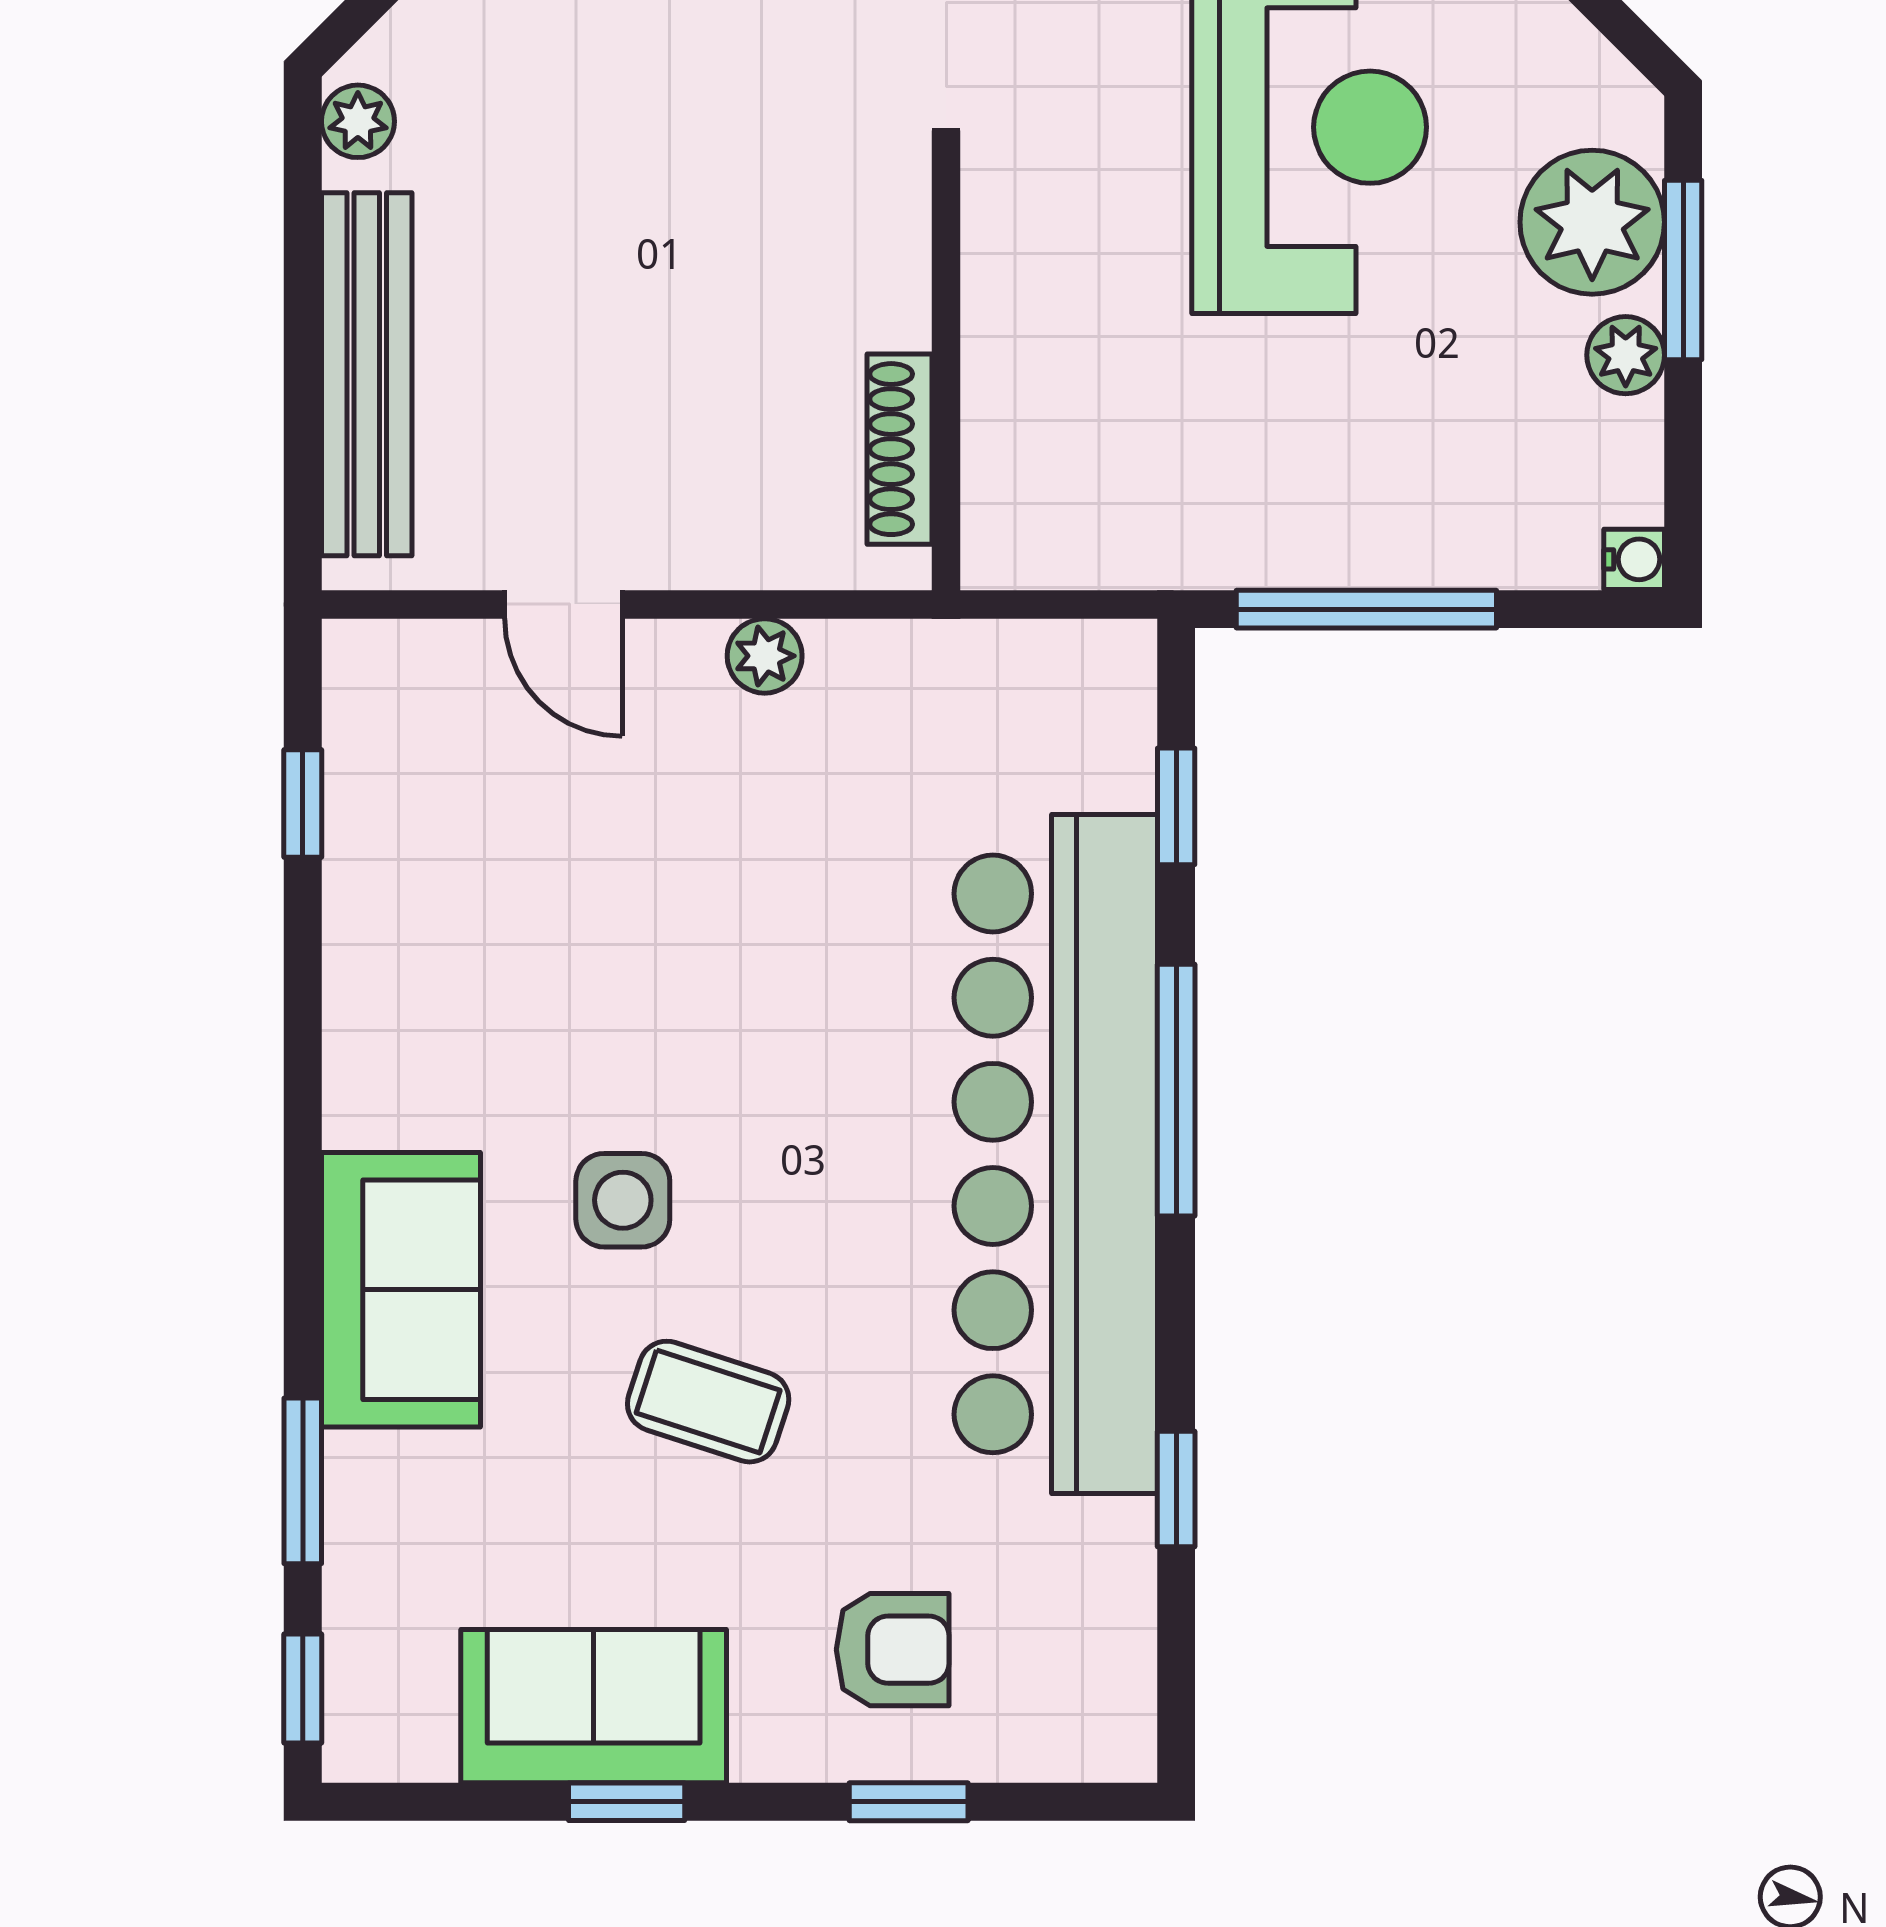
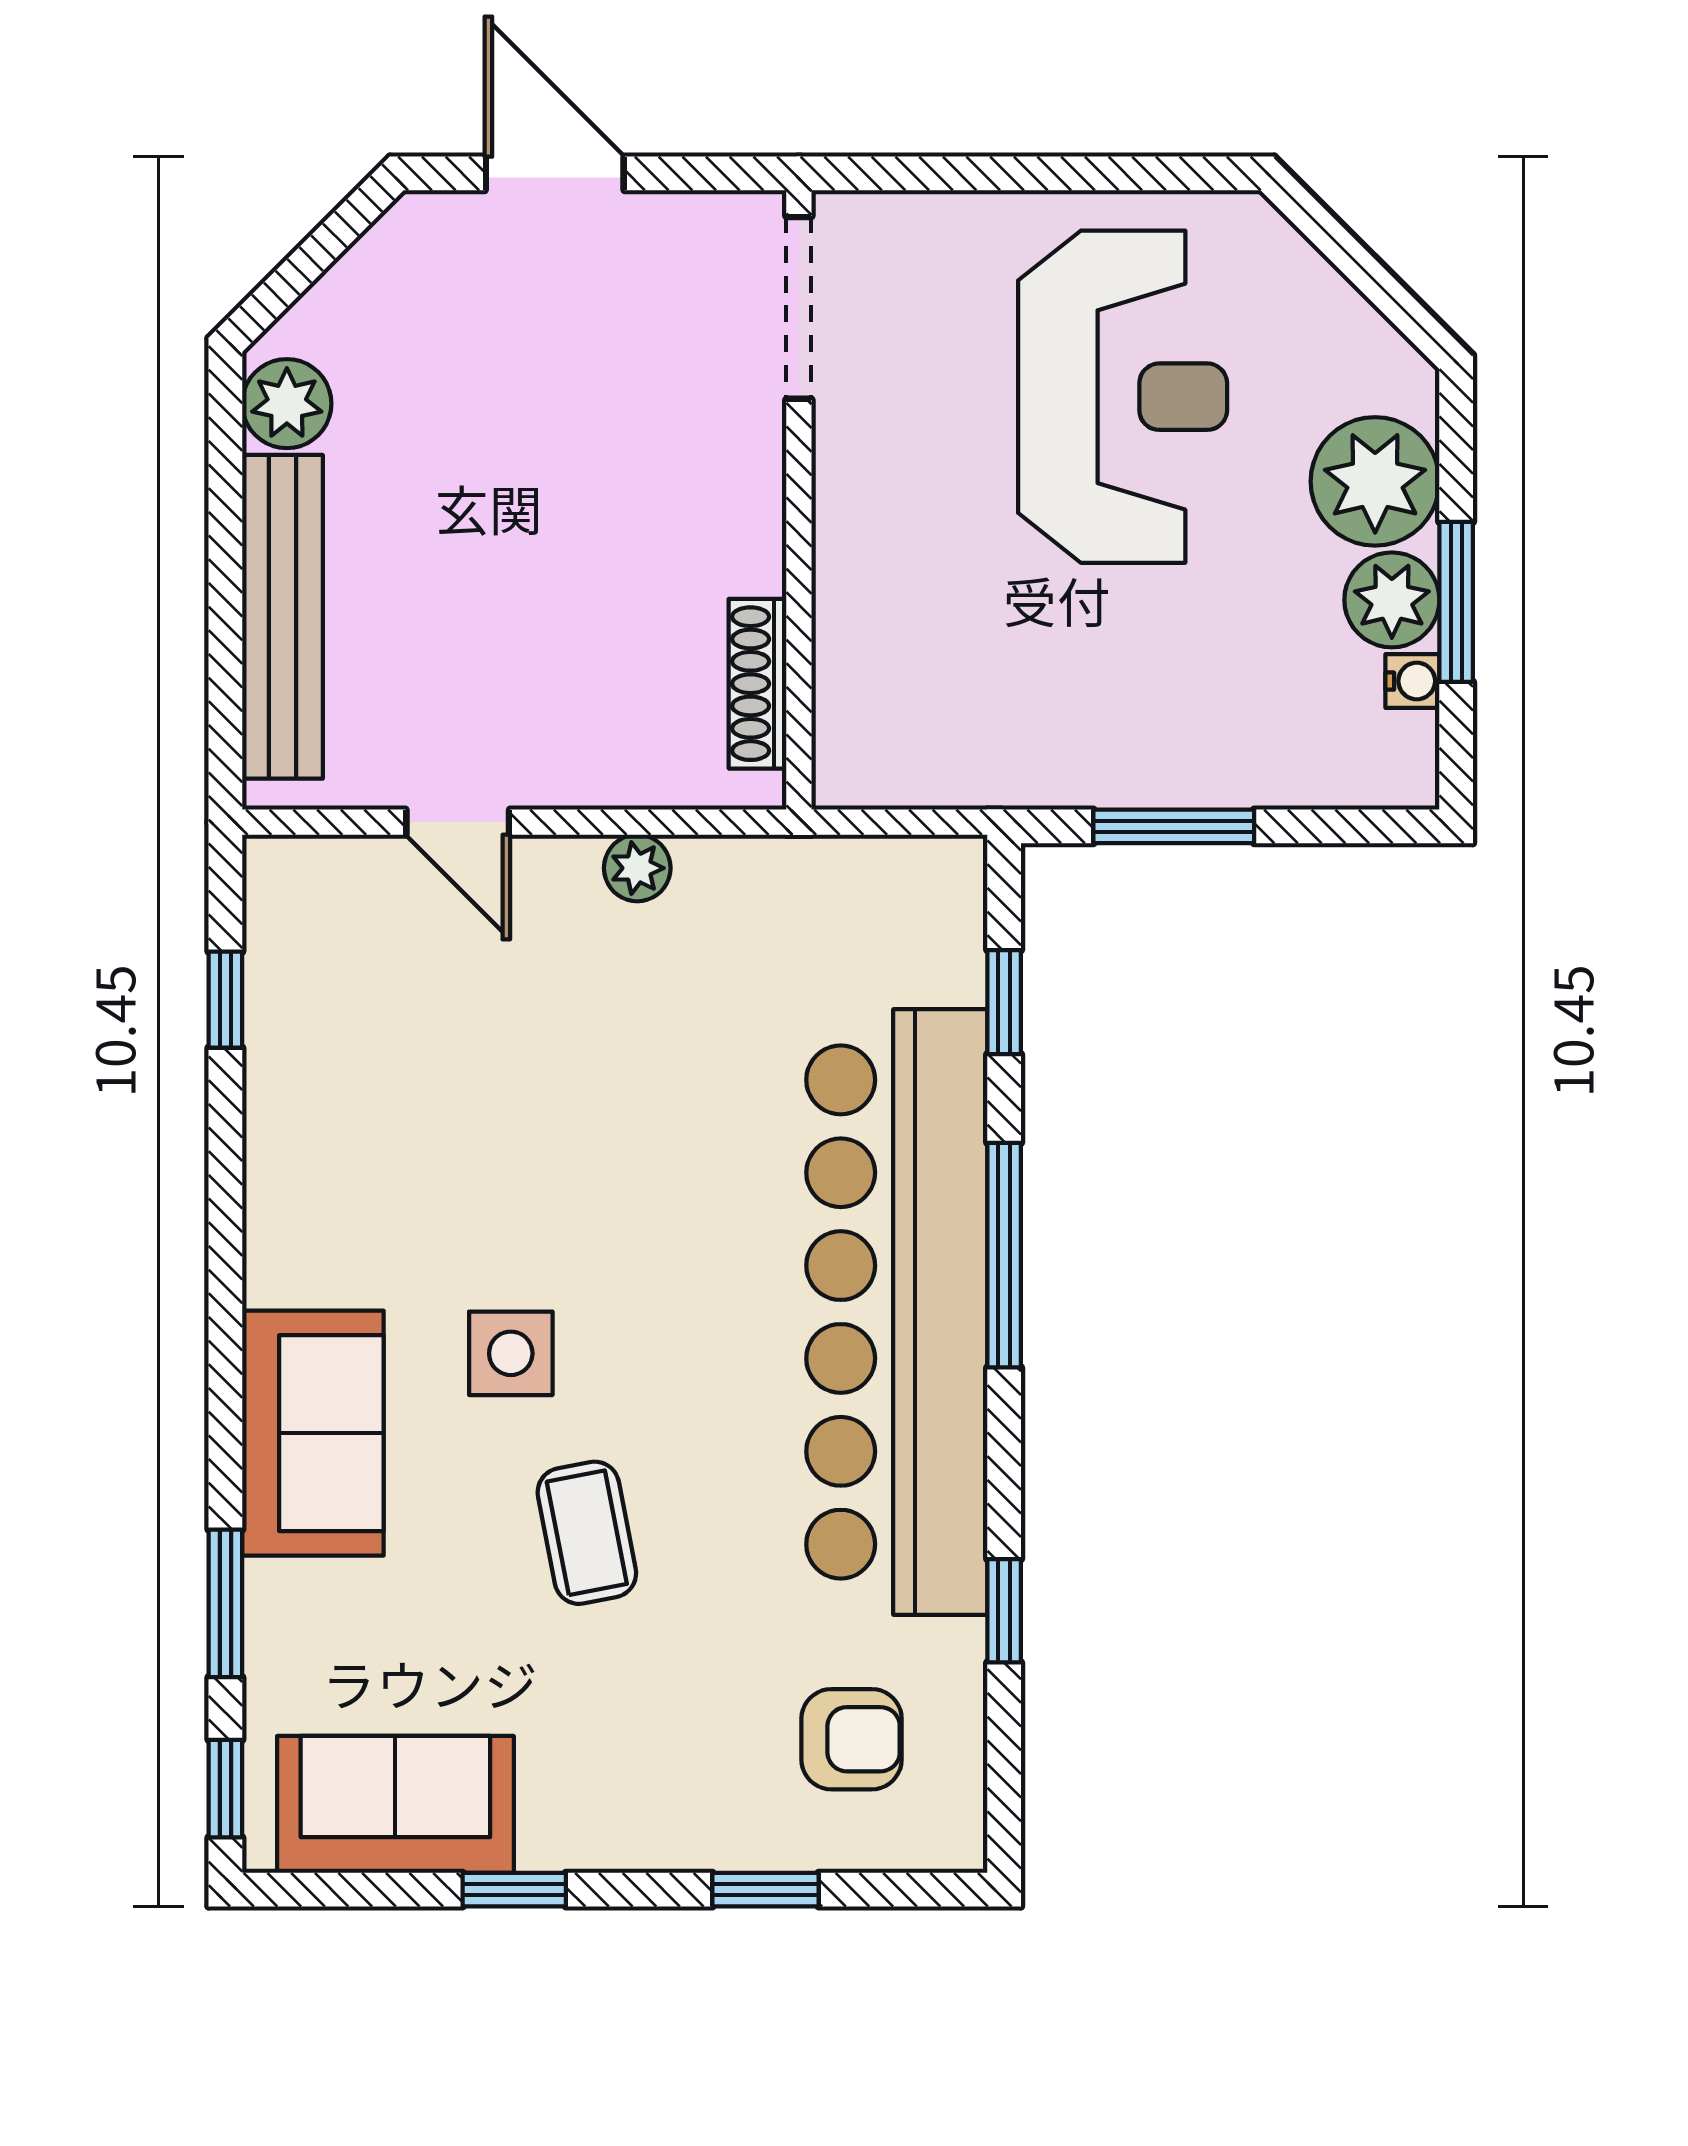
plant: (358, 121) -> (287, 404), width x1.38, depth x1.38
window: (1683, 270) -> (1456, 602), moved
plant: (1626, 355) -> (1392, 600), width x1.38, depth x1.38
water cooler: (1634, 559) -> (1412, 681), moved
window: (1366, 609) -> (1174, 826), width x0.69
coffee table: (708, 1402) -> (587, 1533), turned 61
armchair: (893, 1650) -> (852, 1739), moved
sofa: (594, 1706) -> (395, 1804), moved

